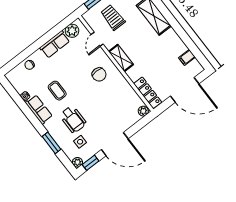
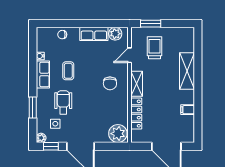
filing cabinet: (187, 57) -> (188, 110), moved
locker: (148, 93) -> (136, 114), moved
plant: (143, 111) -> (118, 134), width x1.87, depth x1.87
wheelchair: (73, 119) -> (63, 102), turned 180

